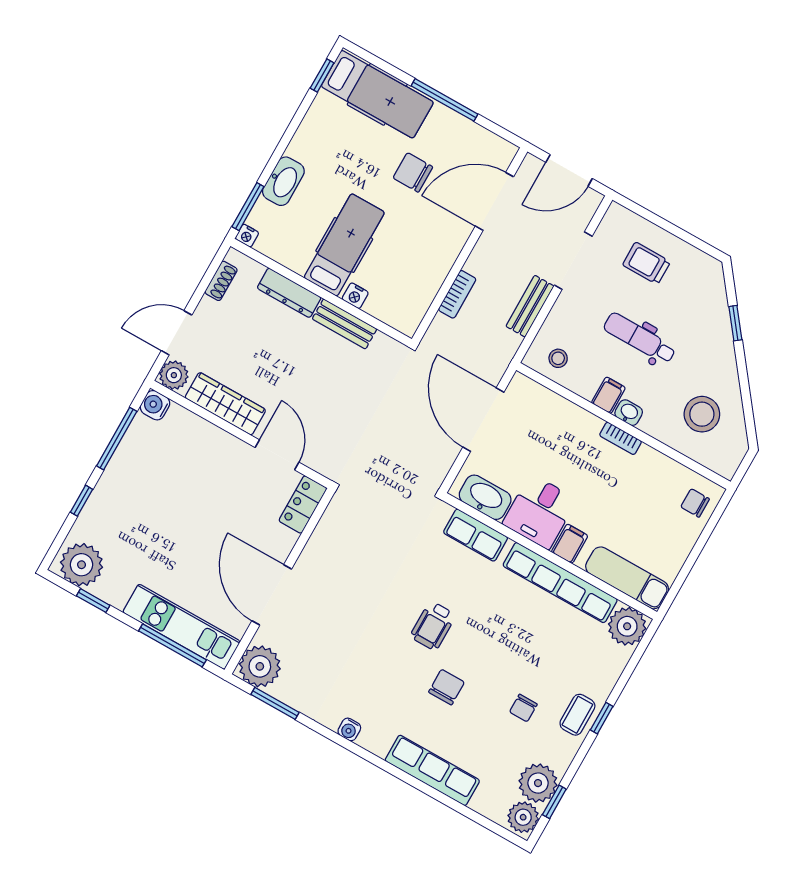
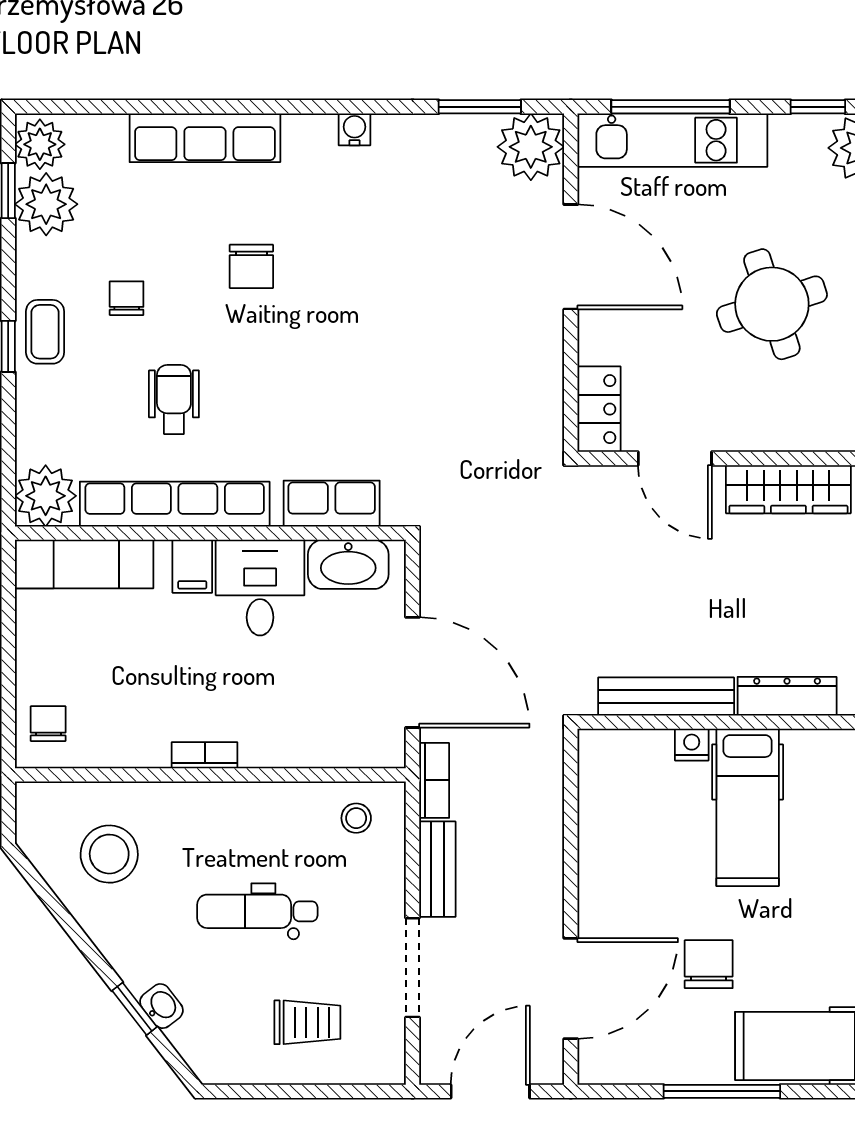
chair: (413, 172) -> (709, 964), turned -90
bookcase: (457, 294) -> (434, 780), moved, turned 180
bench: (345, 324) -> (666, 697), width x1.36
dental chair: (640, 338) -> (257, 911), turned 180
filing cabinet: (608, 395) -> (256, 806), removed
washbasin: (629, 413) -> (161, 1006), moved, turned -128
chair: (695, 503) -> (48, 724), turned -90
round table: (178, 508) -> (772, 304), added
wheelchair: (433, 626) -> (174, 399), moved

